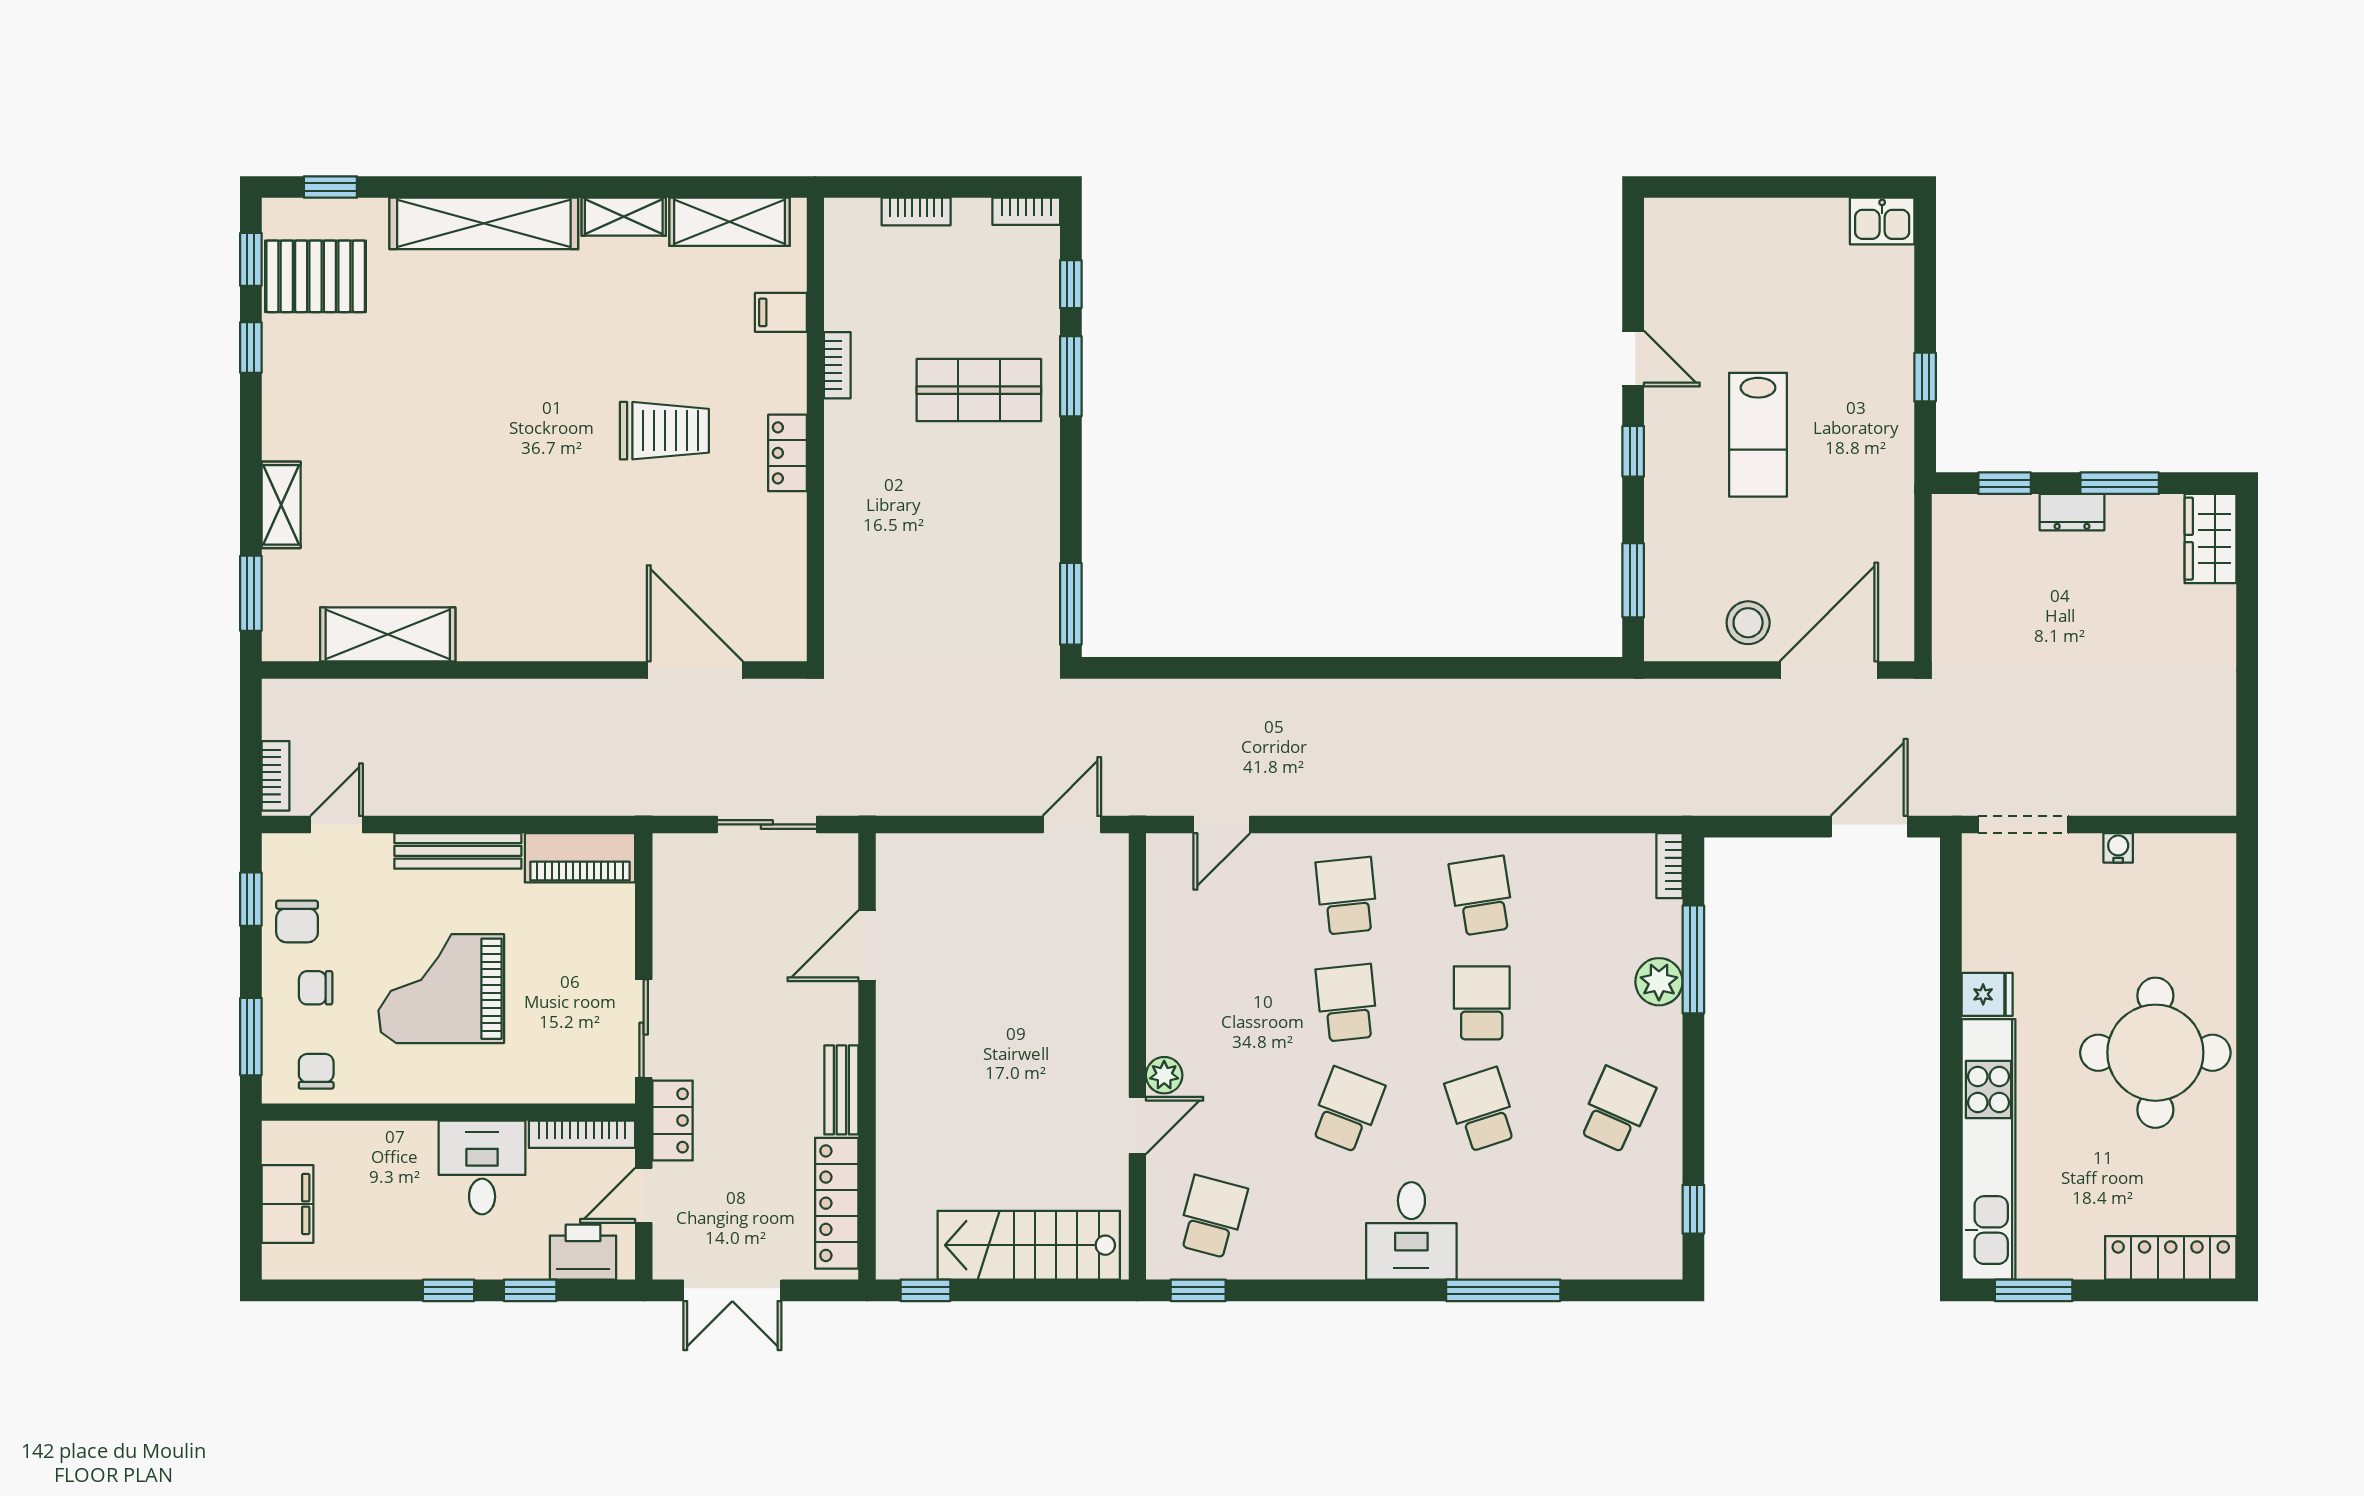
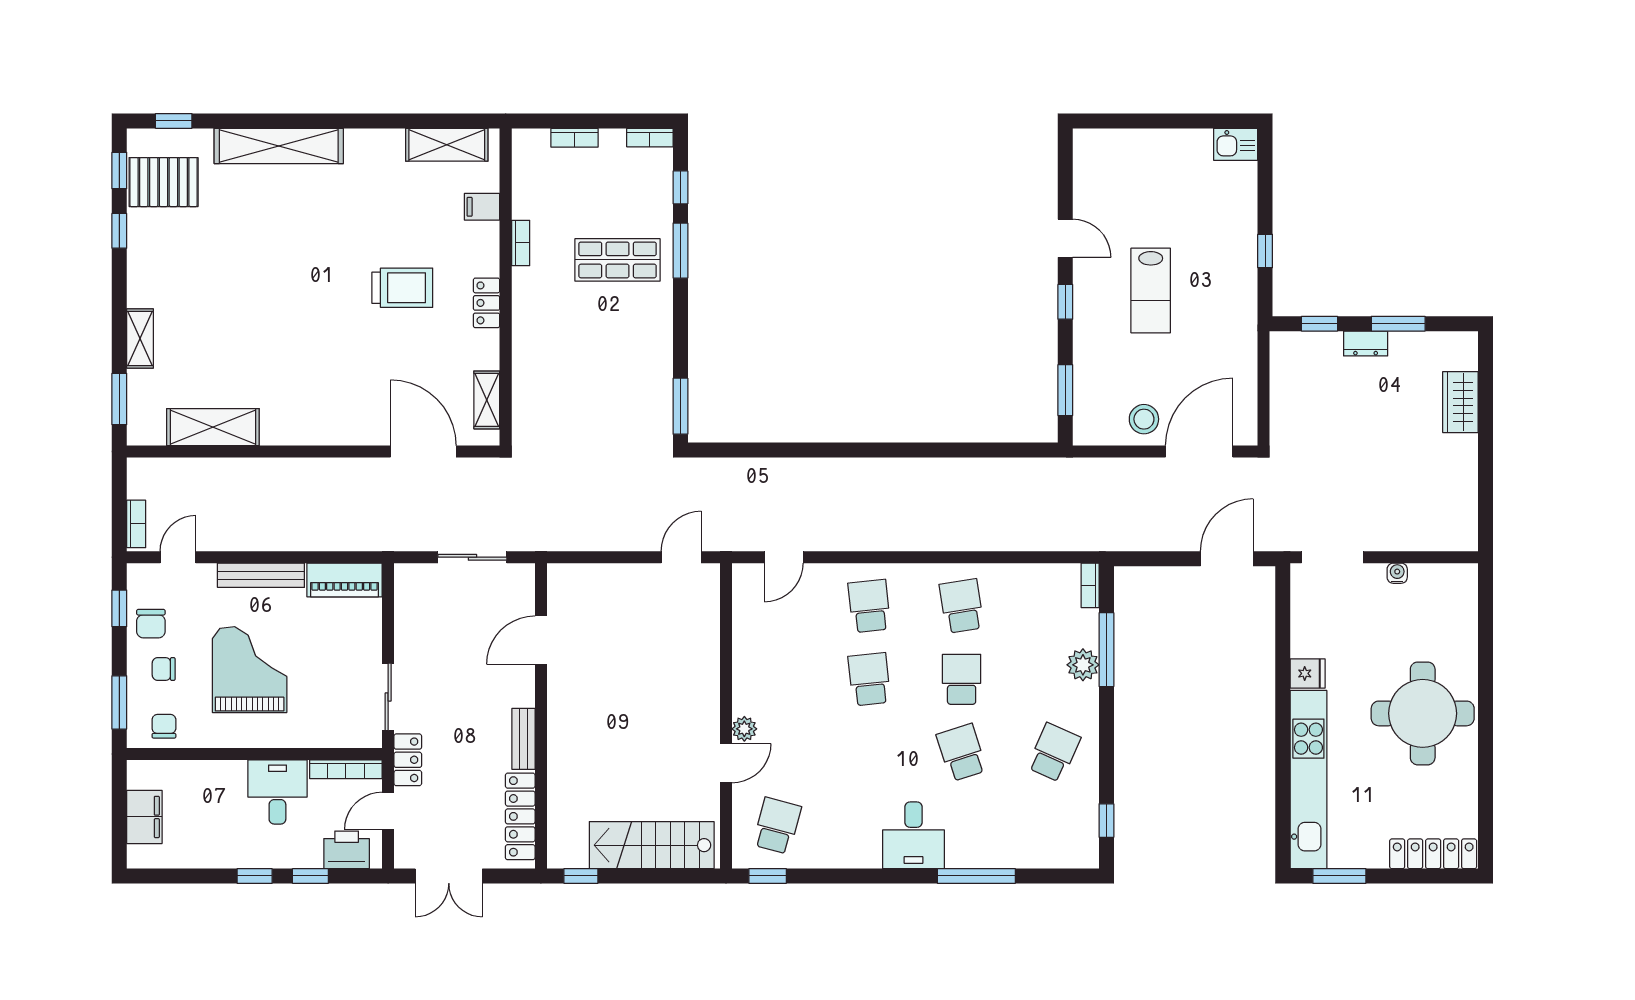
shelving: (624, 217) -> (487, 400), moved, turned 90
wardrobe: (2210, 539) -> (1460, 402), moved
grand piano: (441, 989) -> (250, 670), turned 90
school desk: (1347, 1110) -> (869, 752), removed

